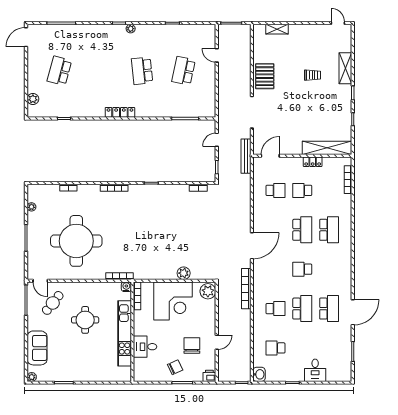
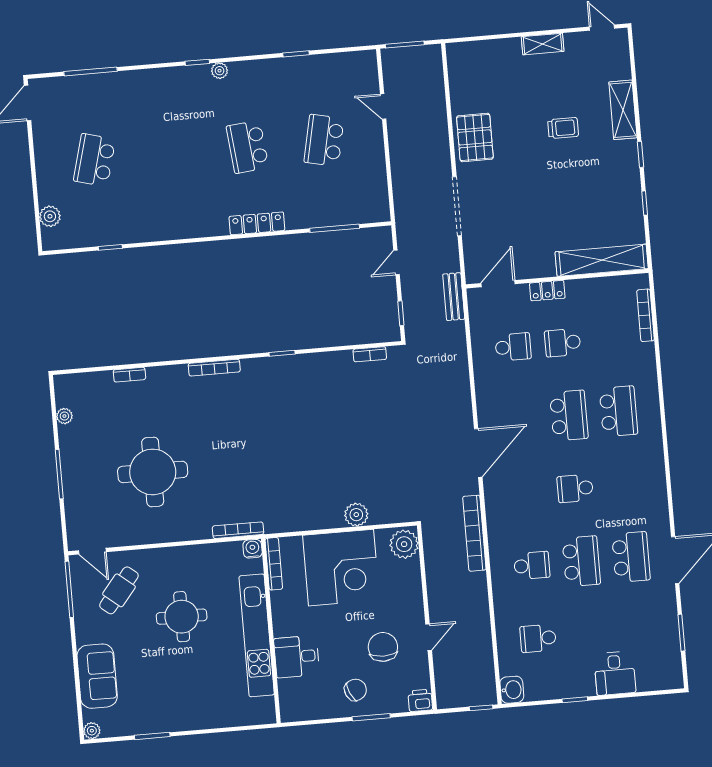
shelving: (277, 29) -> (543, 44), moved
locker: (120, 112) -> (257, 223), moved
bench: (246, 156) -> (454, 297), width x0.73
locker: (313, 162) -> (547, 291), moved
round table: (76, 241) -> (153, 472), width x0.73, depth x0.73

